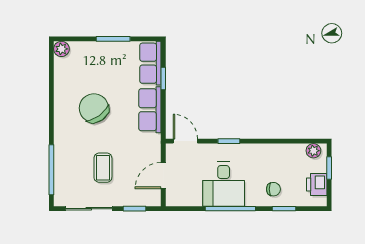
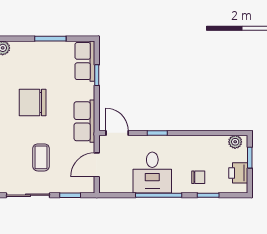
chair: (94, 108) -> (33, 103), turned -54
row of seats: (150, 110) -> (84, 121), moved

